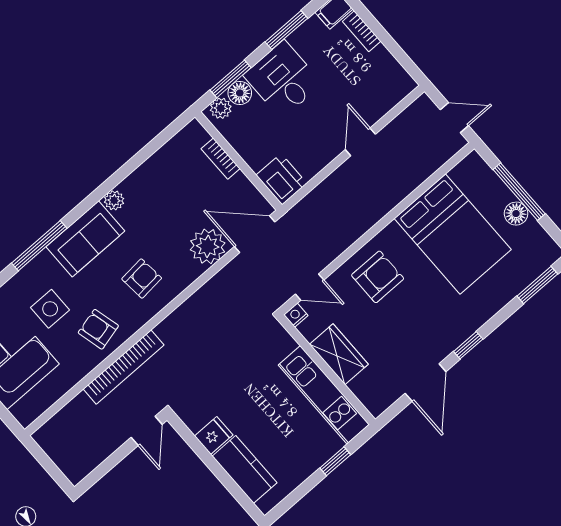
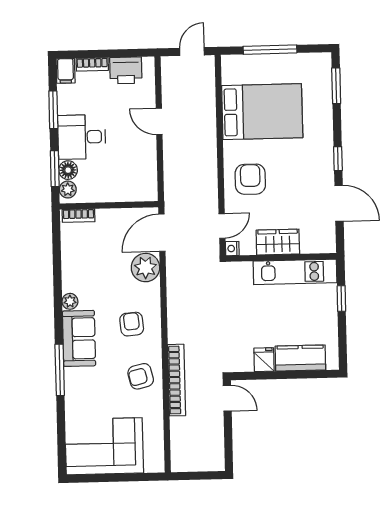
bookcase: (221, 159) -> (79, 216), moved
printer: (281, 179) -> (126, 70), moved, turned 180
floor lamp: (516, 214) -> (282, 63), removed
side table: (50, 309) -> (104, 395), removed

